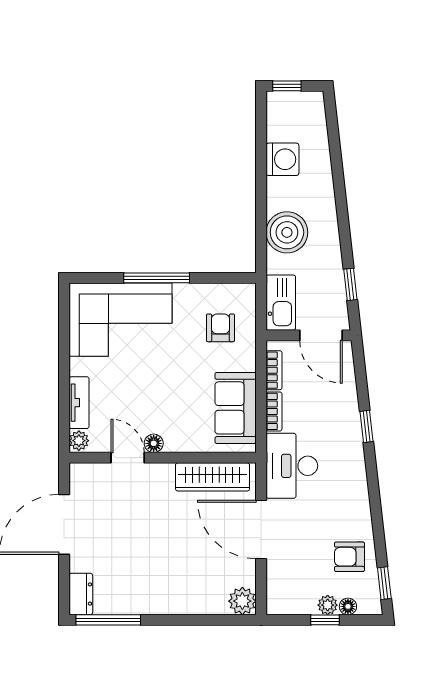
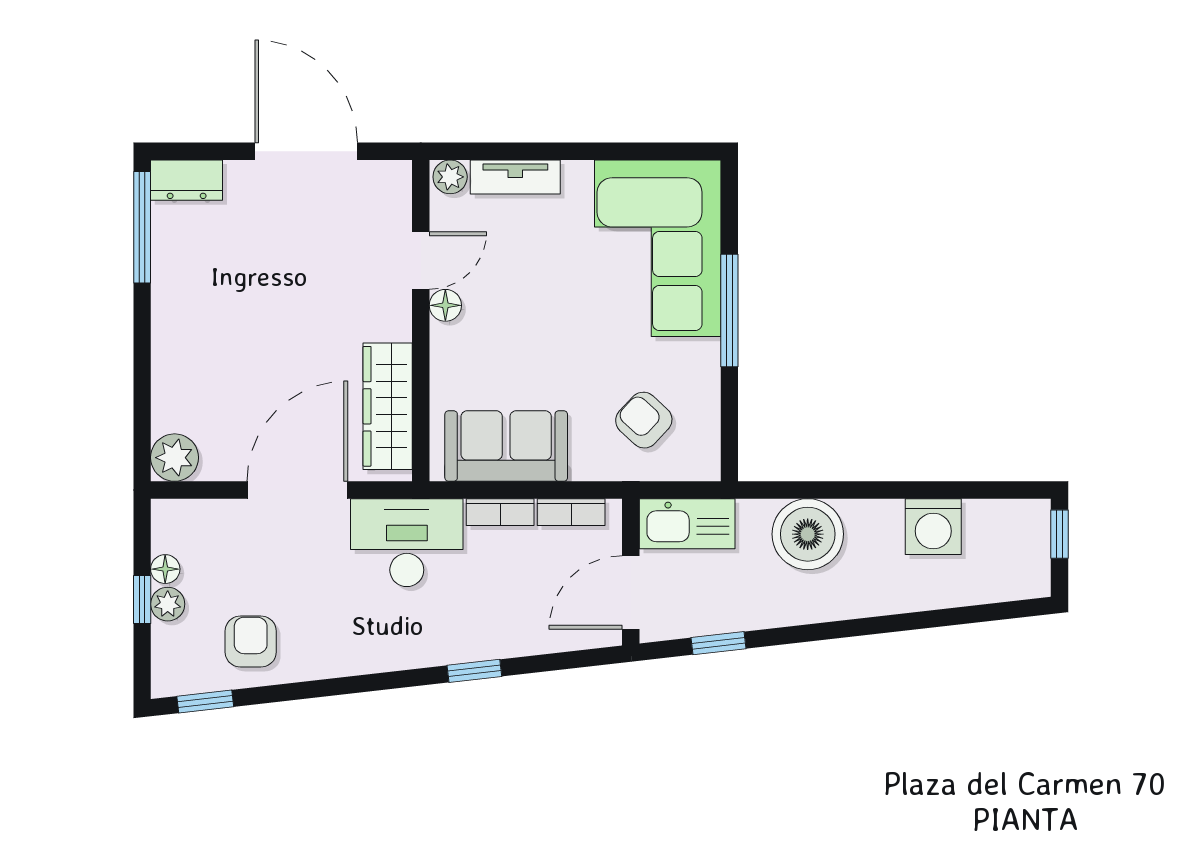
armchair: (221, 328) -> (644, 420), turned -137
floor lamp: (348, 606) -> (165, 569), moved

